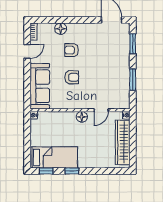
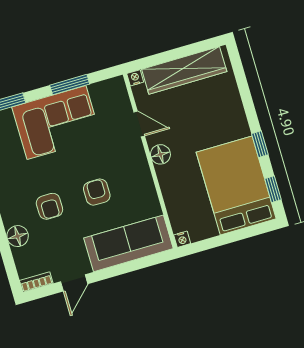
door: (27, 51) -> (74, 283), swing flipped
corner sofa: (115, 67) -> (56, 122), added
bed: (54, 157) -> (236, 185), width x1.50

